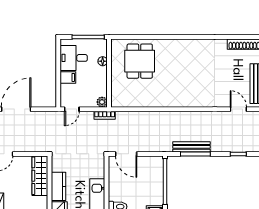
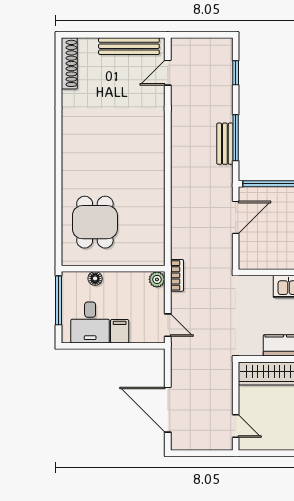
dining table: (140, 61) -> (95, 222), turned 90
bench: (191, 147) -> (225, 144), width x0.73
door: (126, 154) -> (236, 217), moved

